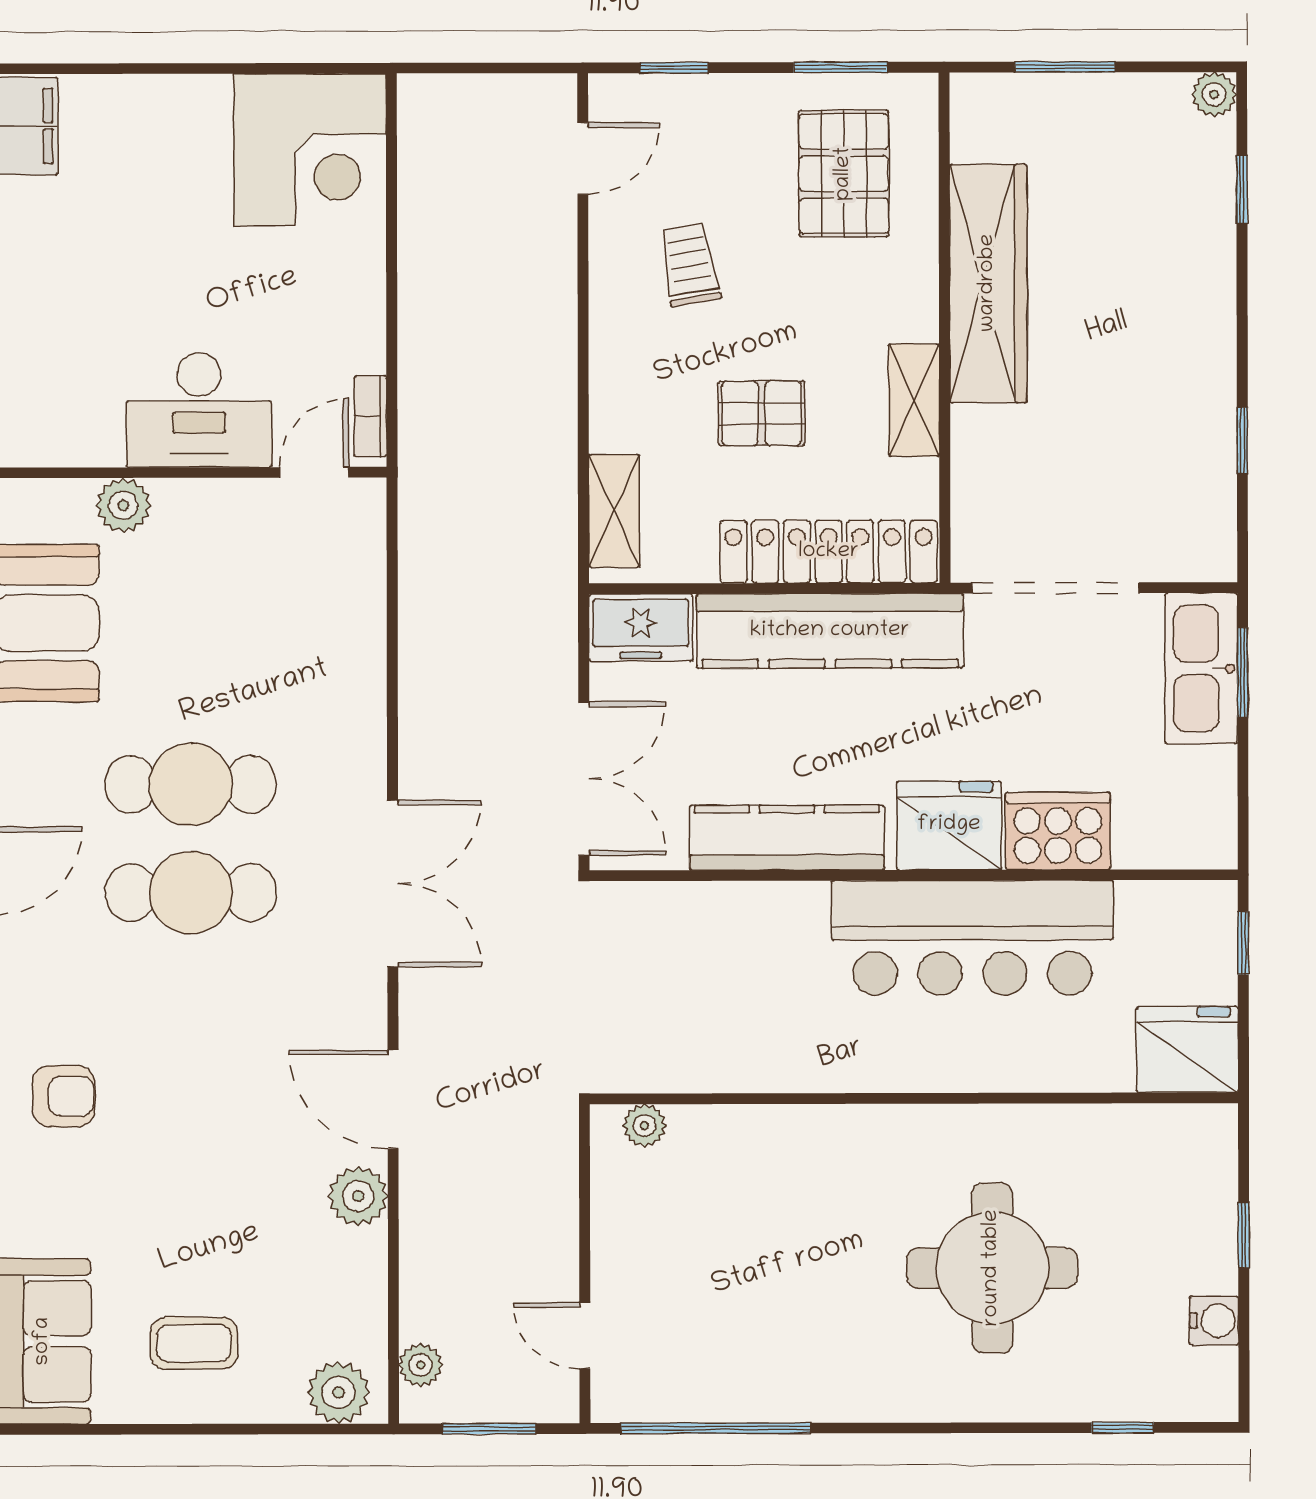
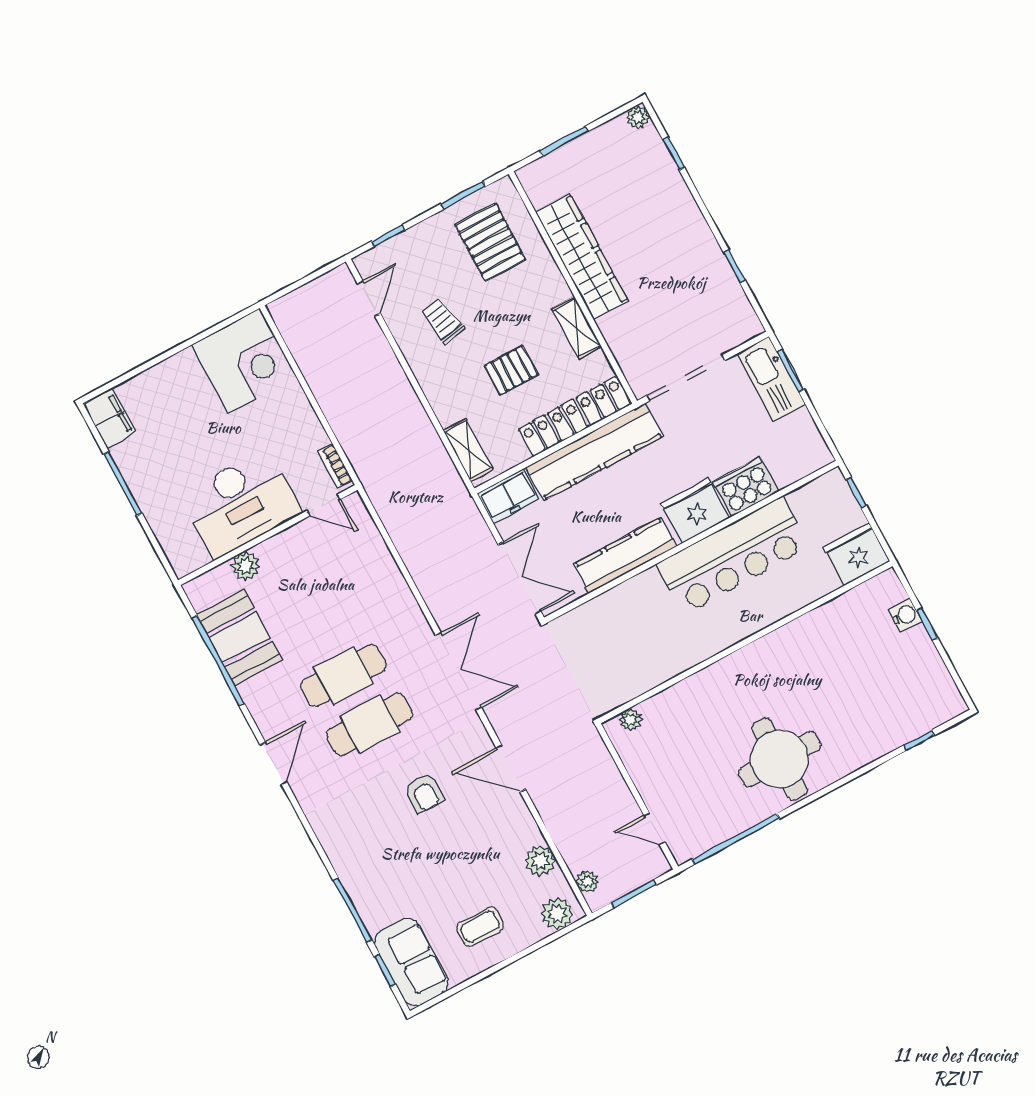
desk: (199, 410) -> (241, 503), width x1.36, depth x1.30
door: (314, 472) -> (324, 505), swing flipped
armchair: (64, 1096) -> (424, 793), moved, turned 90
plant: (358, 1196) -> (540, 861), moved
round table: (992, 1268) -> (779, 759), moved
water cooler: (1214, 1321) -> (905, 615), moved

